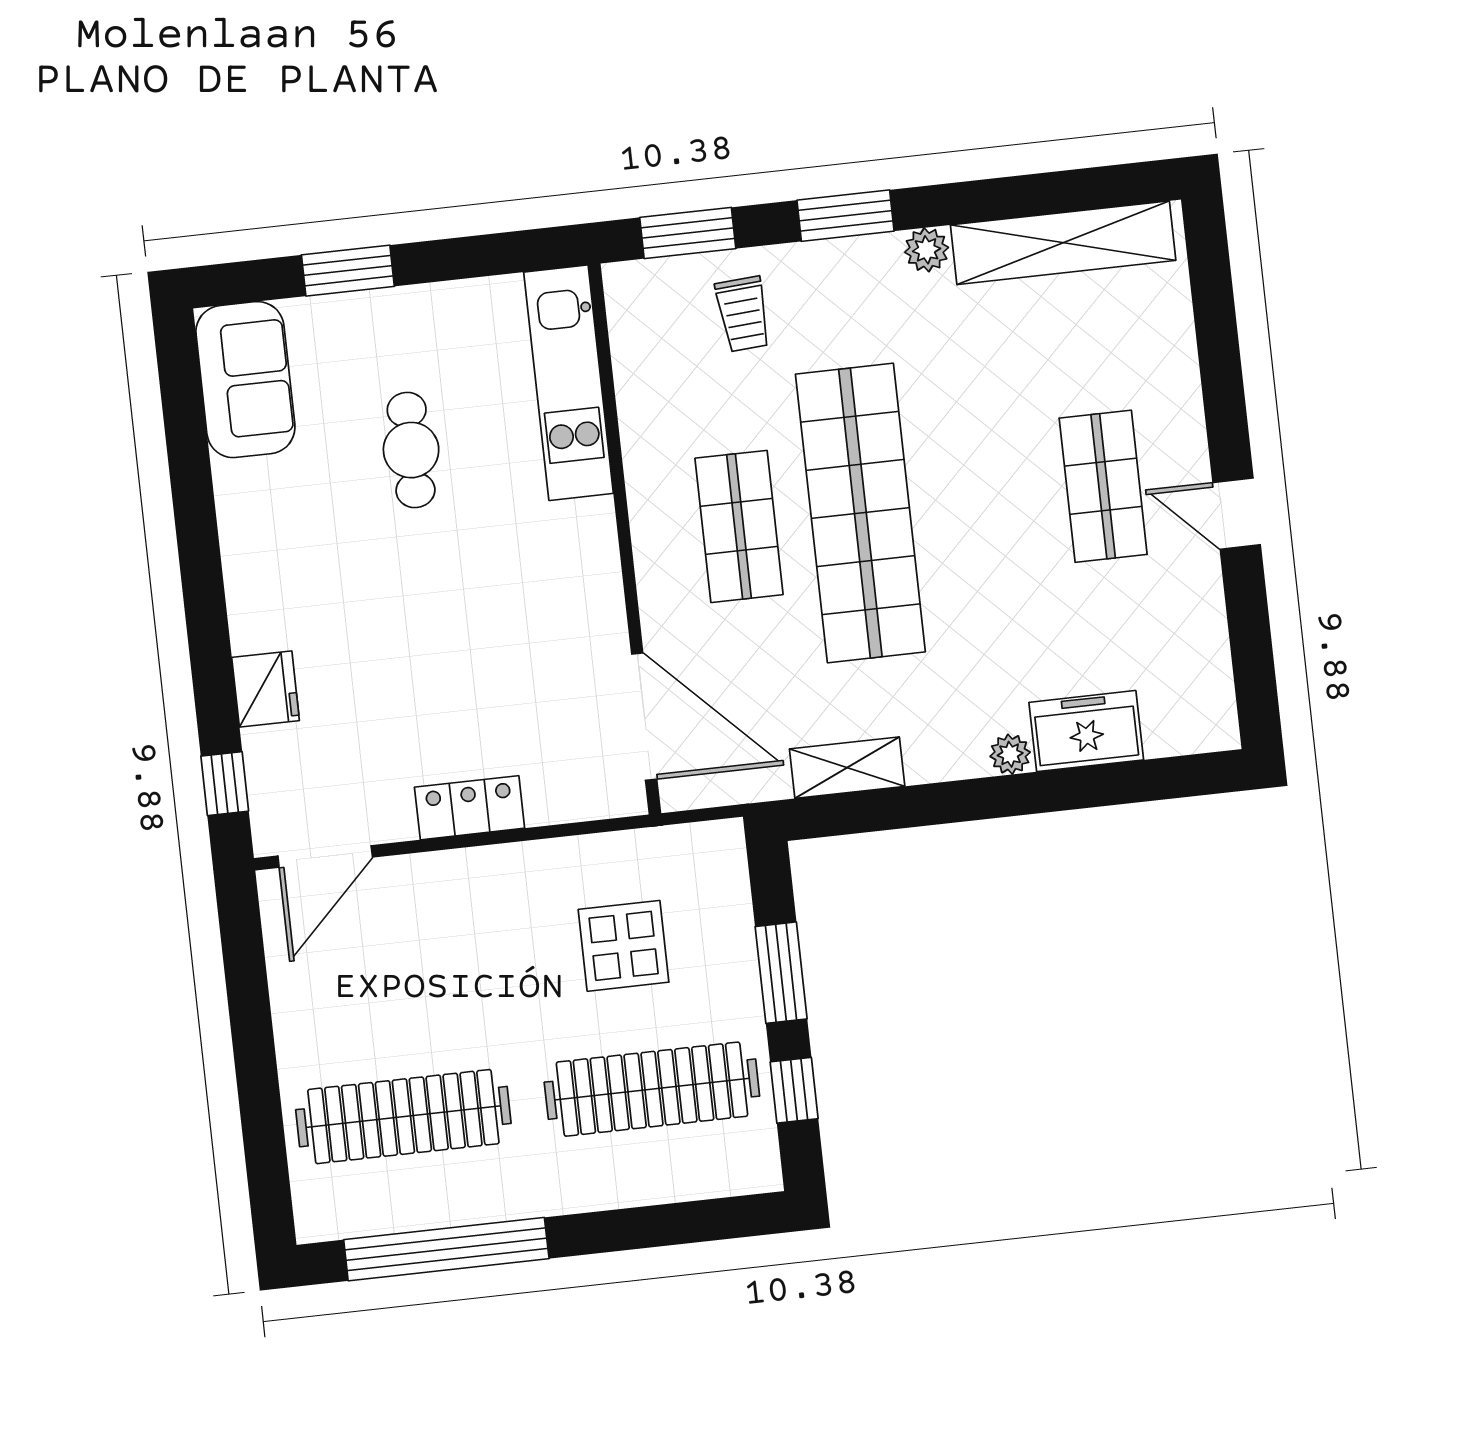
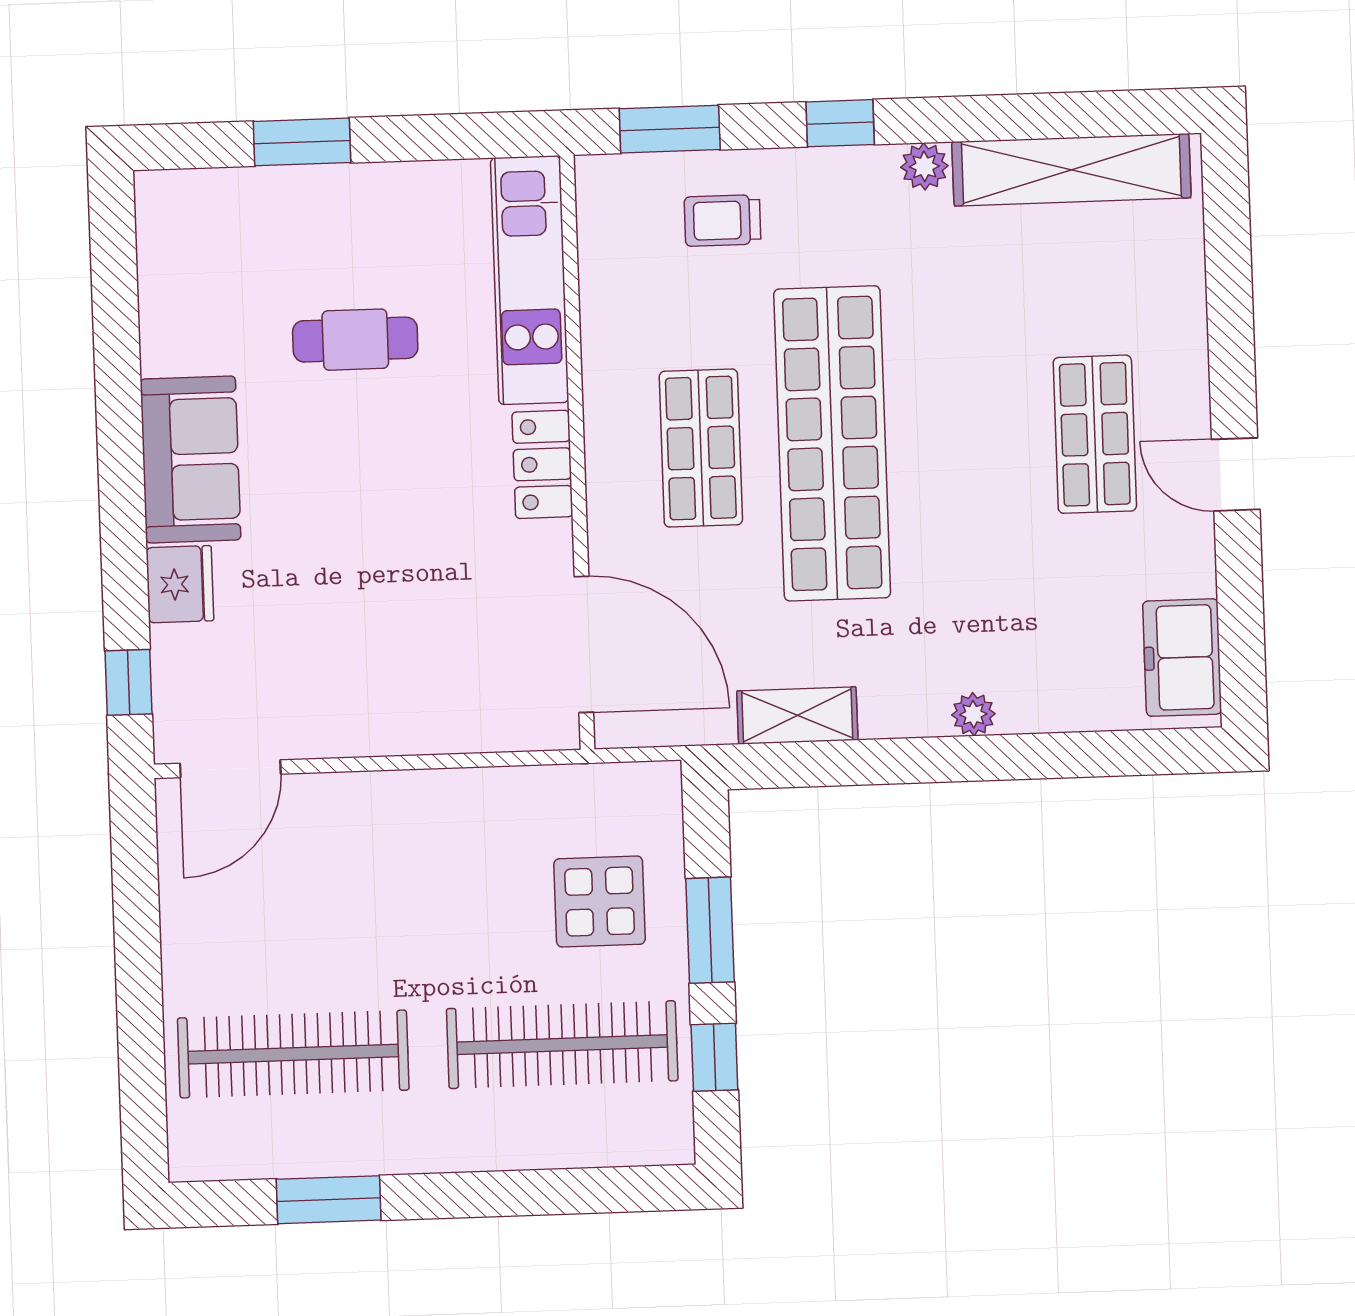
window: (845, 216) -> (840, 123), width x0.67
trolley: (743, 314) -> (722, 220), turned 94
sofa: (245, 380) -> (191, 459), moved
cafe table: (411, 450) -> (355, 340), turned 90
freezer: (1086, 731) -> (1182, 658), moved, turned -90
locker: (470, 808) -> (542, 464), moved, turned -90
display table: (624, 946) -> (600, 902), moved
window: (446, 1249) -> (329, 1200), width x0.47

